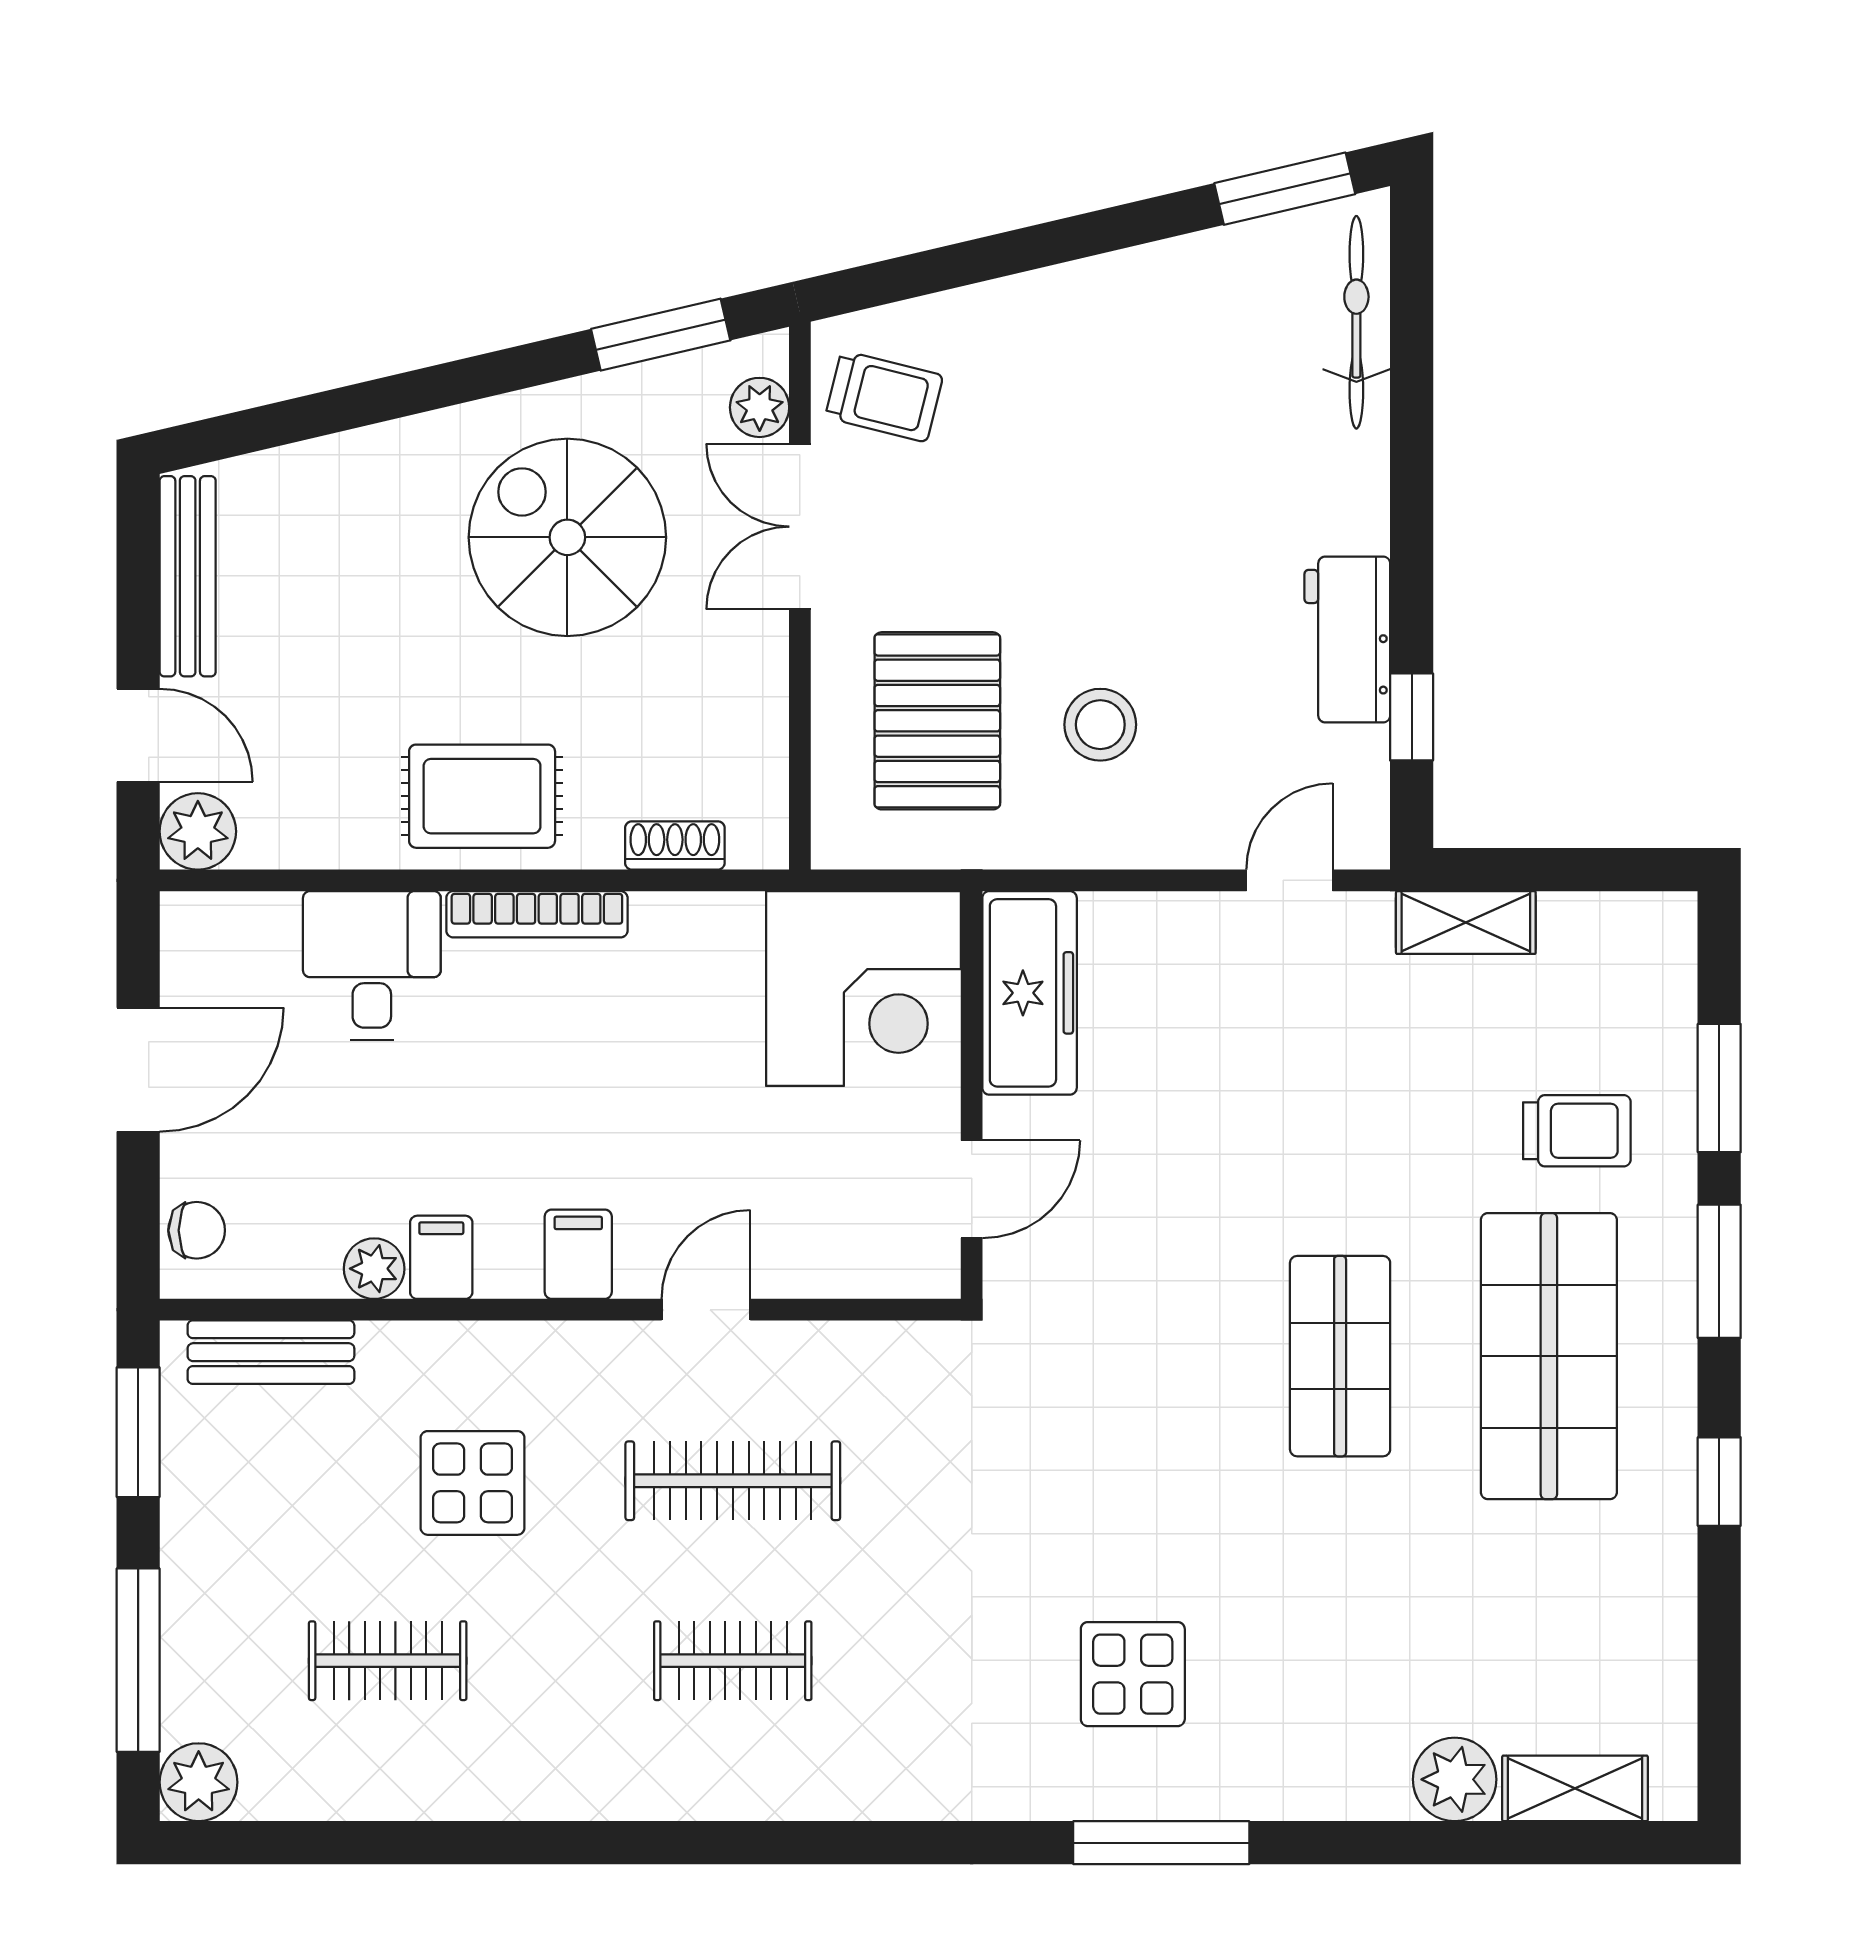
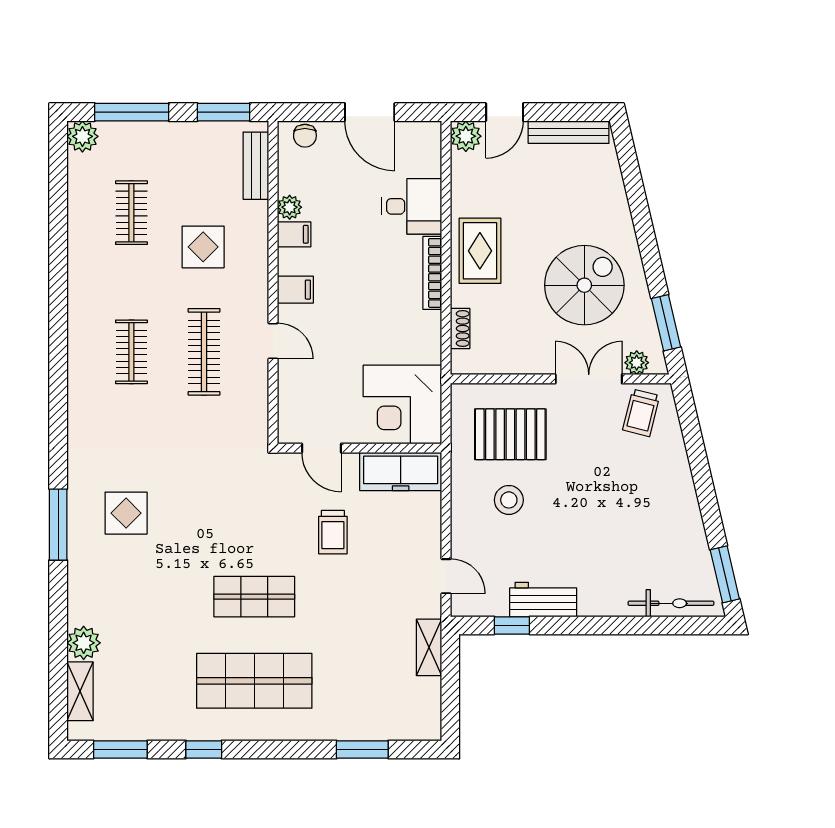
trolley: (1577, 1131) -> (333, 532), moved
window: (1719, 1271) -> (120, 749), moved

